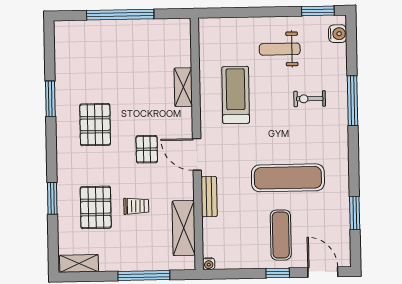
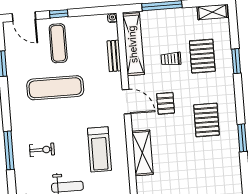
shelving: (183, 87) -> (142, 153), width x1.50, depth x1.33
bench: (209, 197) -> (114, 56), moved
shelving: (184, 228) -> (133, 44), width x1.47

